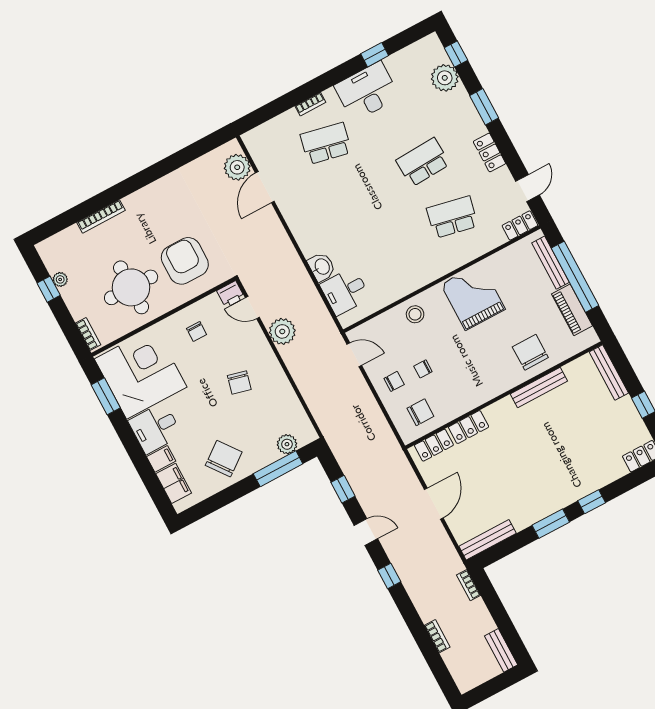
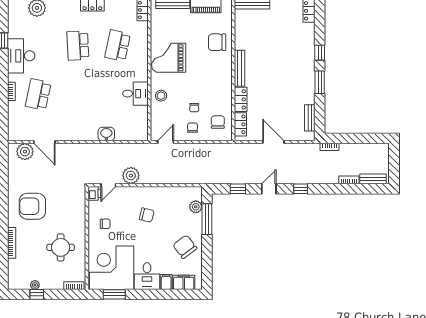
armchair: (185, 261) -> (32, 206), moved
round table: (131, 287) -> (61, 247), width x0.73, depth x0.73
desk: (345, 291) -> (135, 94), moved, turned -90
bench: (539, 388) -> (240, 68), moved
bench: (488, 540) -> (310, 118), width x0.73
bench: (501, 650) -> (373, 179), moved

